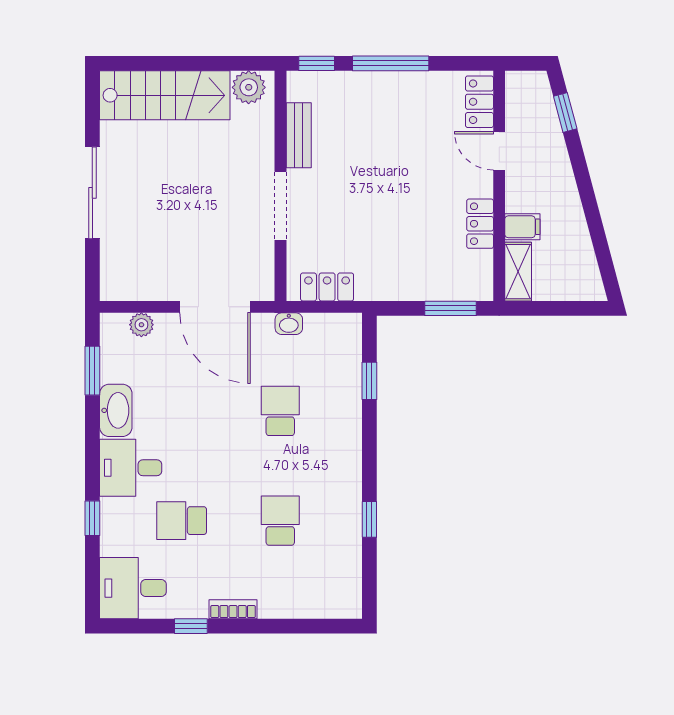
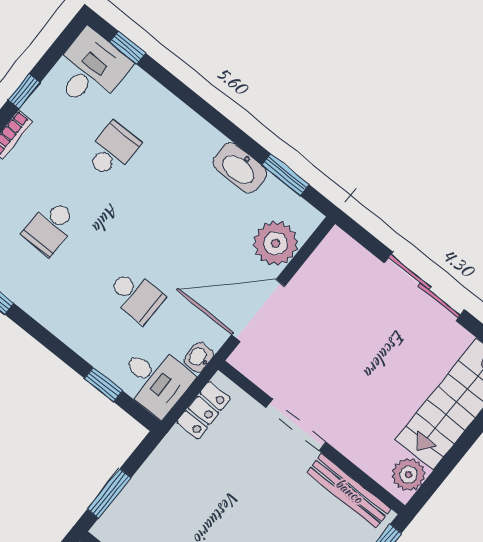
bench: (299, 135) -> (349, 491), width x1.36
plant: (141, 325) -> (276, 243), width x1.87, depth x1.87
desk: (131, 468) -> (155, 380), moved, turned 90
window: (92, 518) -> (128, 48), moved
school desk: (280, 521) -> (50, 227), turned 90

